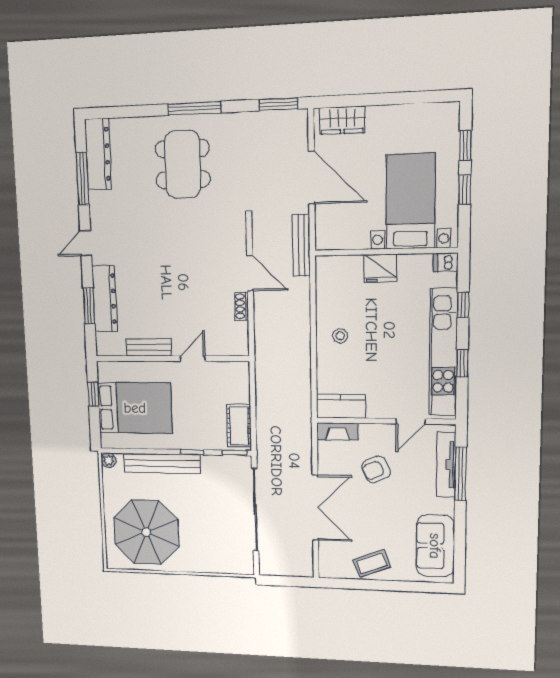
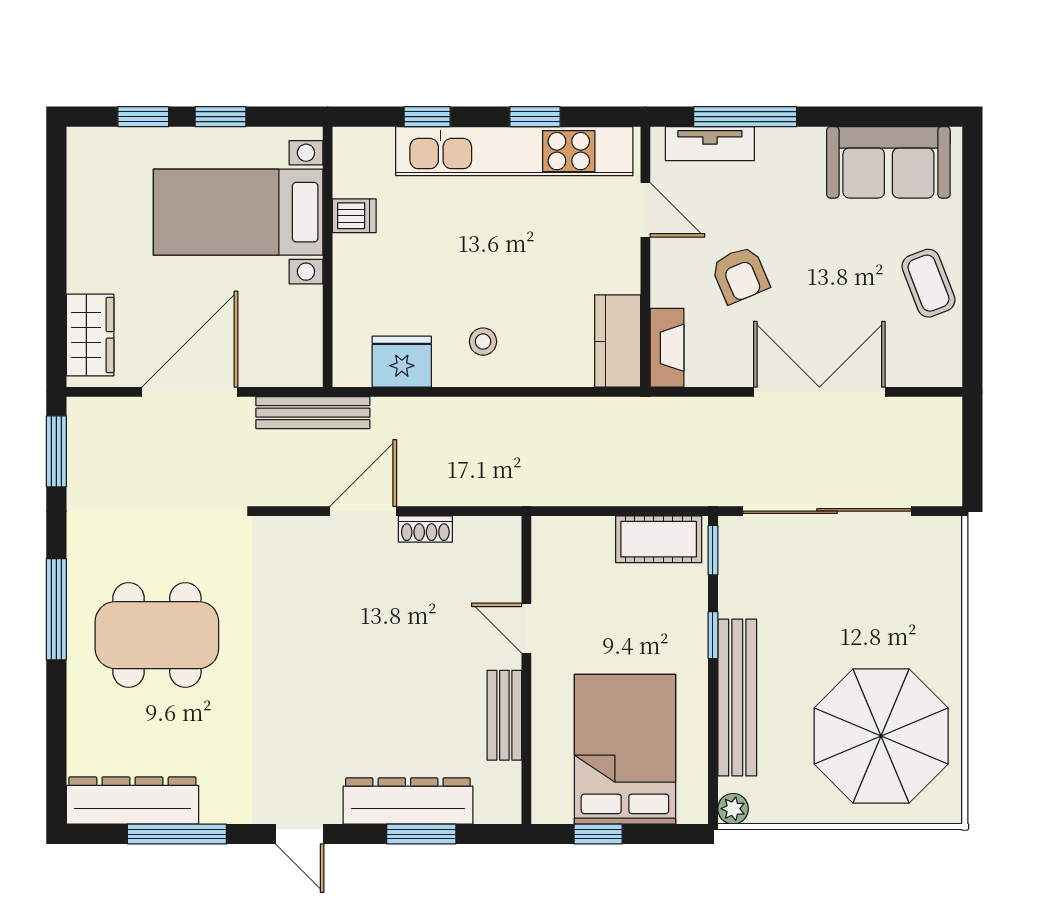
dishwasher: (446, 262) -> (354, 216), moved, turned -90
fridge: (380, 268) -> (402, 362), moved, turned -90
tv unit: (446, 465) -> (710, 144), width x0.71

